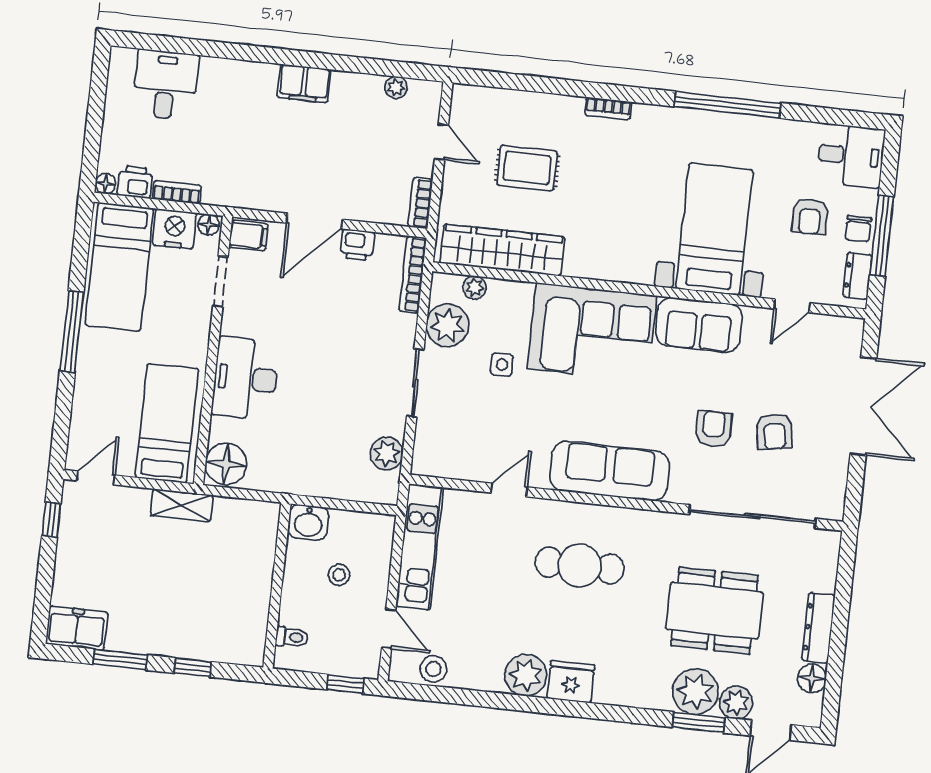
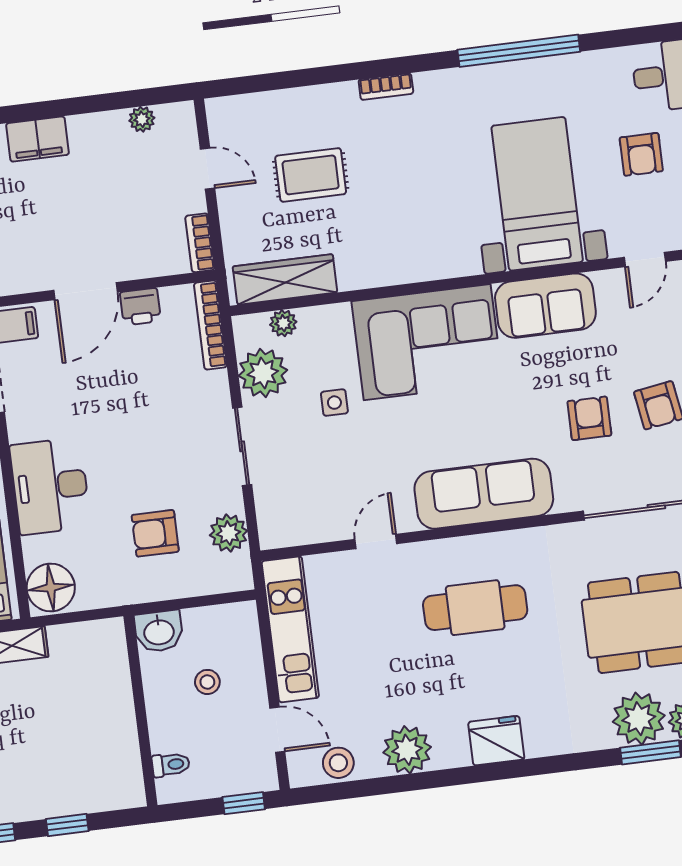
wardrobe: (502, 250) -> (285, 279), width x0.71, depth x0.85
armchair: (325, 439) -> (155, 533), added
plant: (526, 675) -> (407, 750), moved

